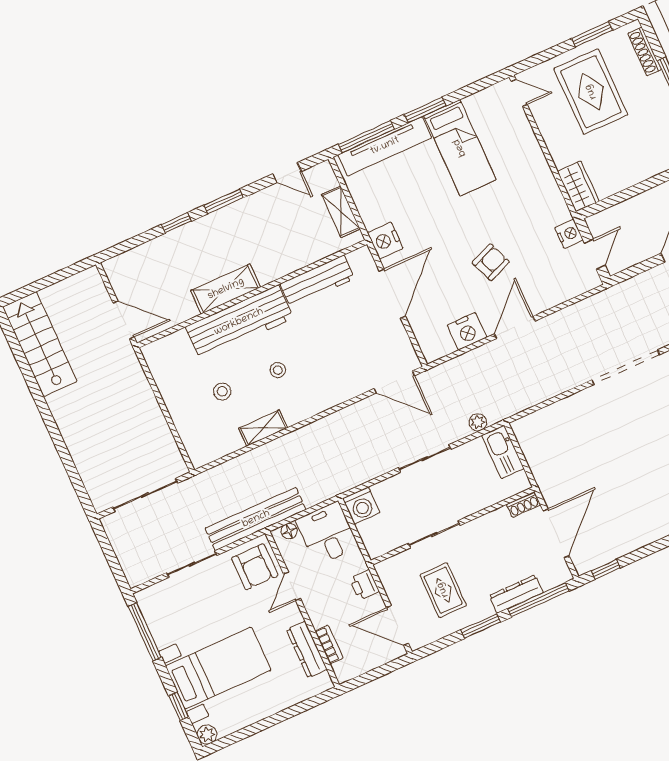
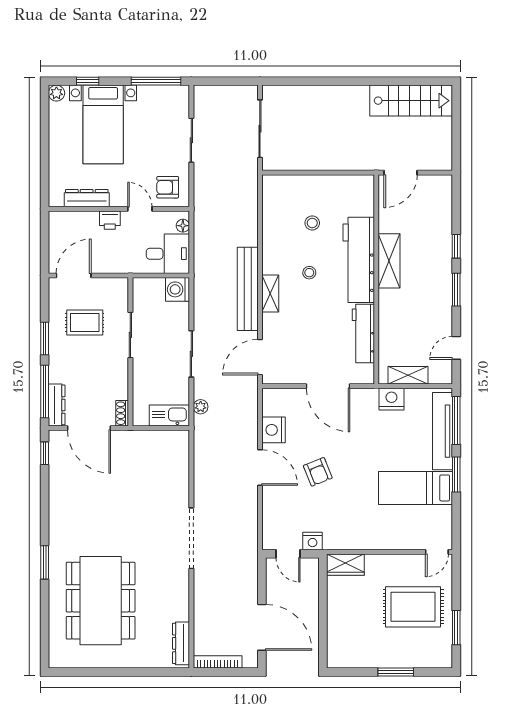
shoe rack: (644, 52) -> (425, 661), removed
nightstand: (385, 241) -> (391, 399), moved
shelving: (263, 428) -> (270, 293), moved
bench: (256, 519) -> (248, 289), moved
armchair: (255, 567) -> (168, 187), width x0.72, depth x0.72
printer: (364, 585) -> (110, 220), moved, turned 180
dresser: (516, 594) -> (57, 405), moved
bookcase: (329, 645) -> (83, 217), removed

